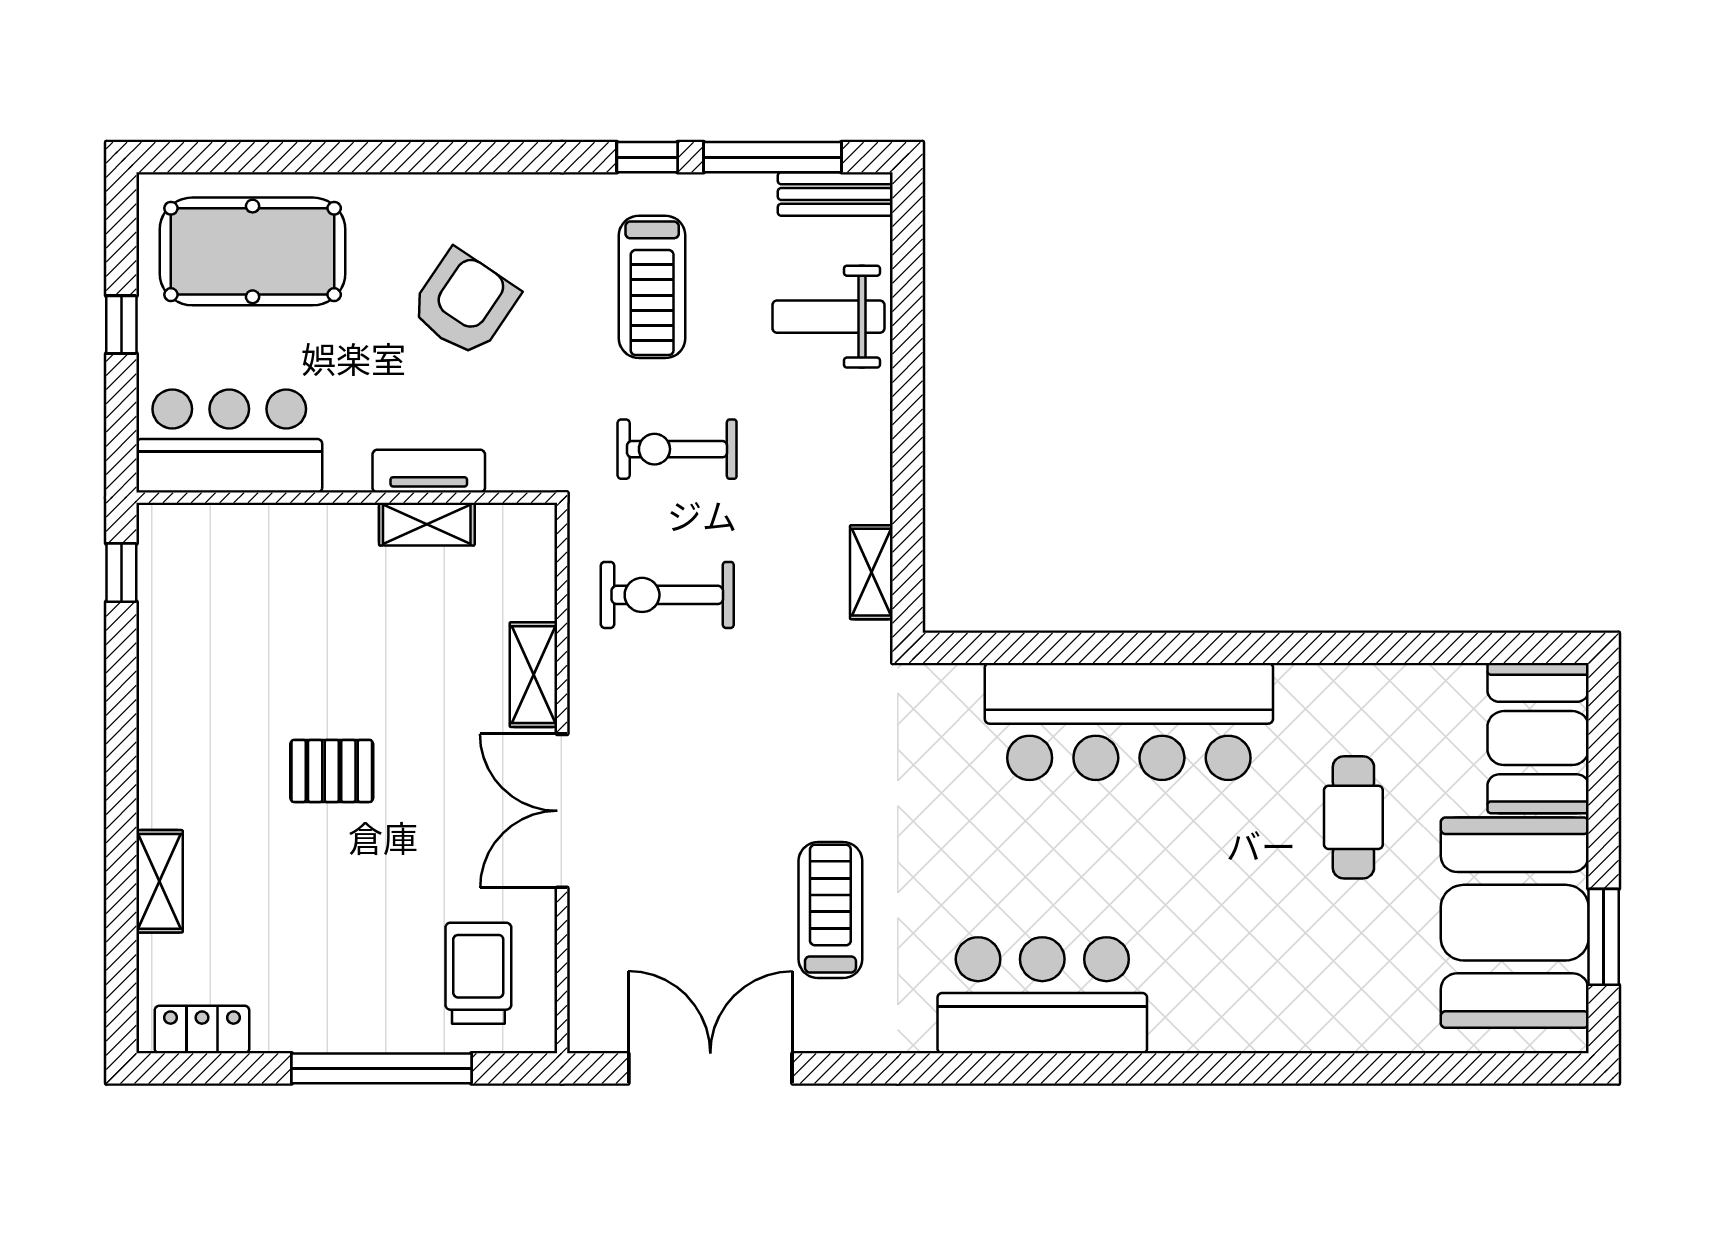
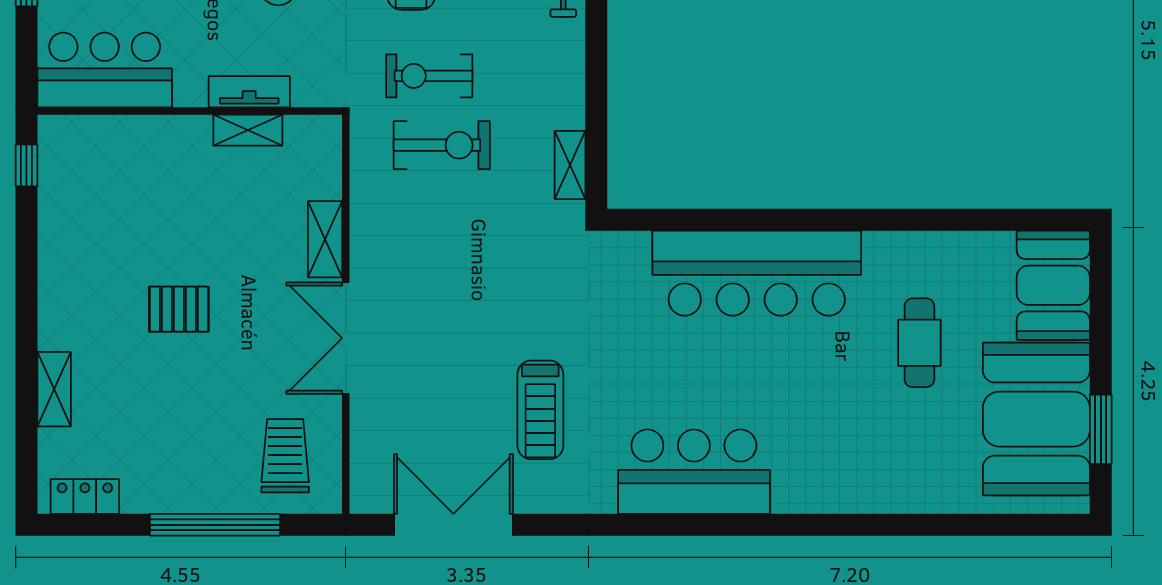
exercise bike: (667, 595) -> (442, 145), moved, turned 180
treadmill: (830, 910) -> (540, 410), turned 180

